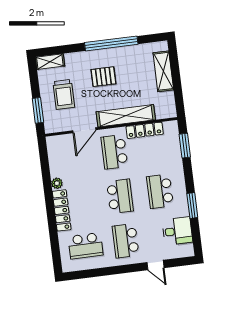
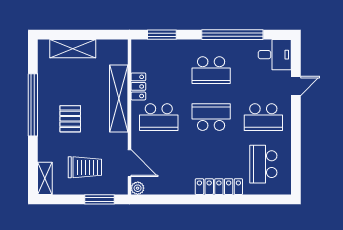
door: (84, 130) -> (129, 163), moved
locker: (145, 130) -> (138, 86), width x0.66
plant: (57, 183) -> (138, 188), moved
window: (192, 206) -> (232, 35), width x2.11
desk: (177, 231) -> (275, 55), moved, turned 90
school desk: (86, 246) -> (263, 164), turned 180

